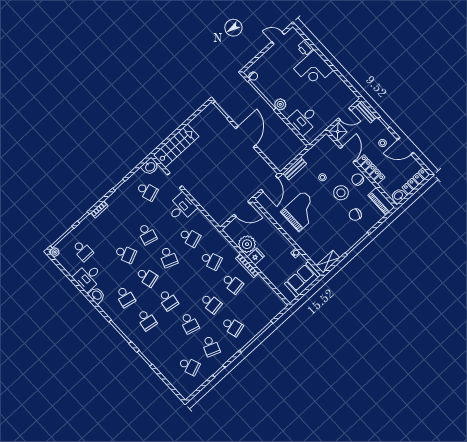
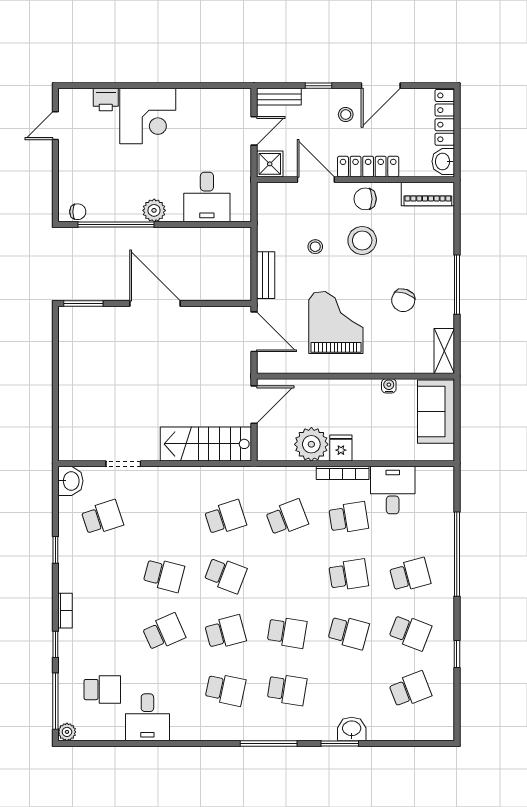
stairs: (176, 146) -> (206, 444), moved, turned -90
desk: (182, 208) -> (393, 490), moved
chair: (355, 215) -> (403, 300), moved
washbasin: (97, 295) -> (352, 729), moved

